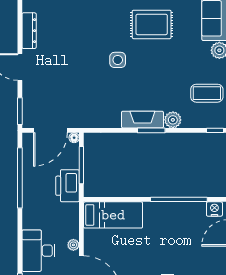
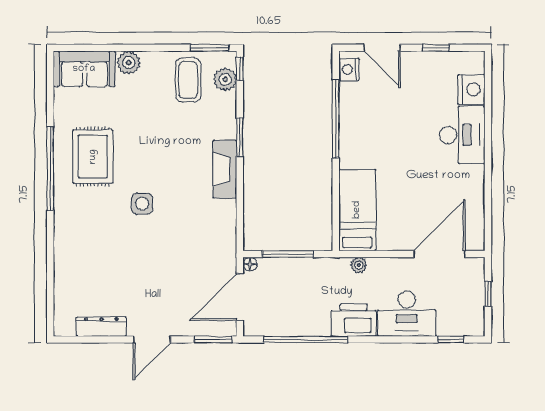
plant: (173, 120) -> (225, 79), moved
door: (50, 130) -> (240, 297), swing flipped
window: (151, 130) -> (240, 137), moved
printer: (67, 186) -> (354, 320), moved, turned 180
plant: (73, 245) -> (359, 265), moved

